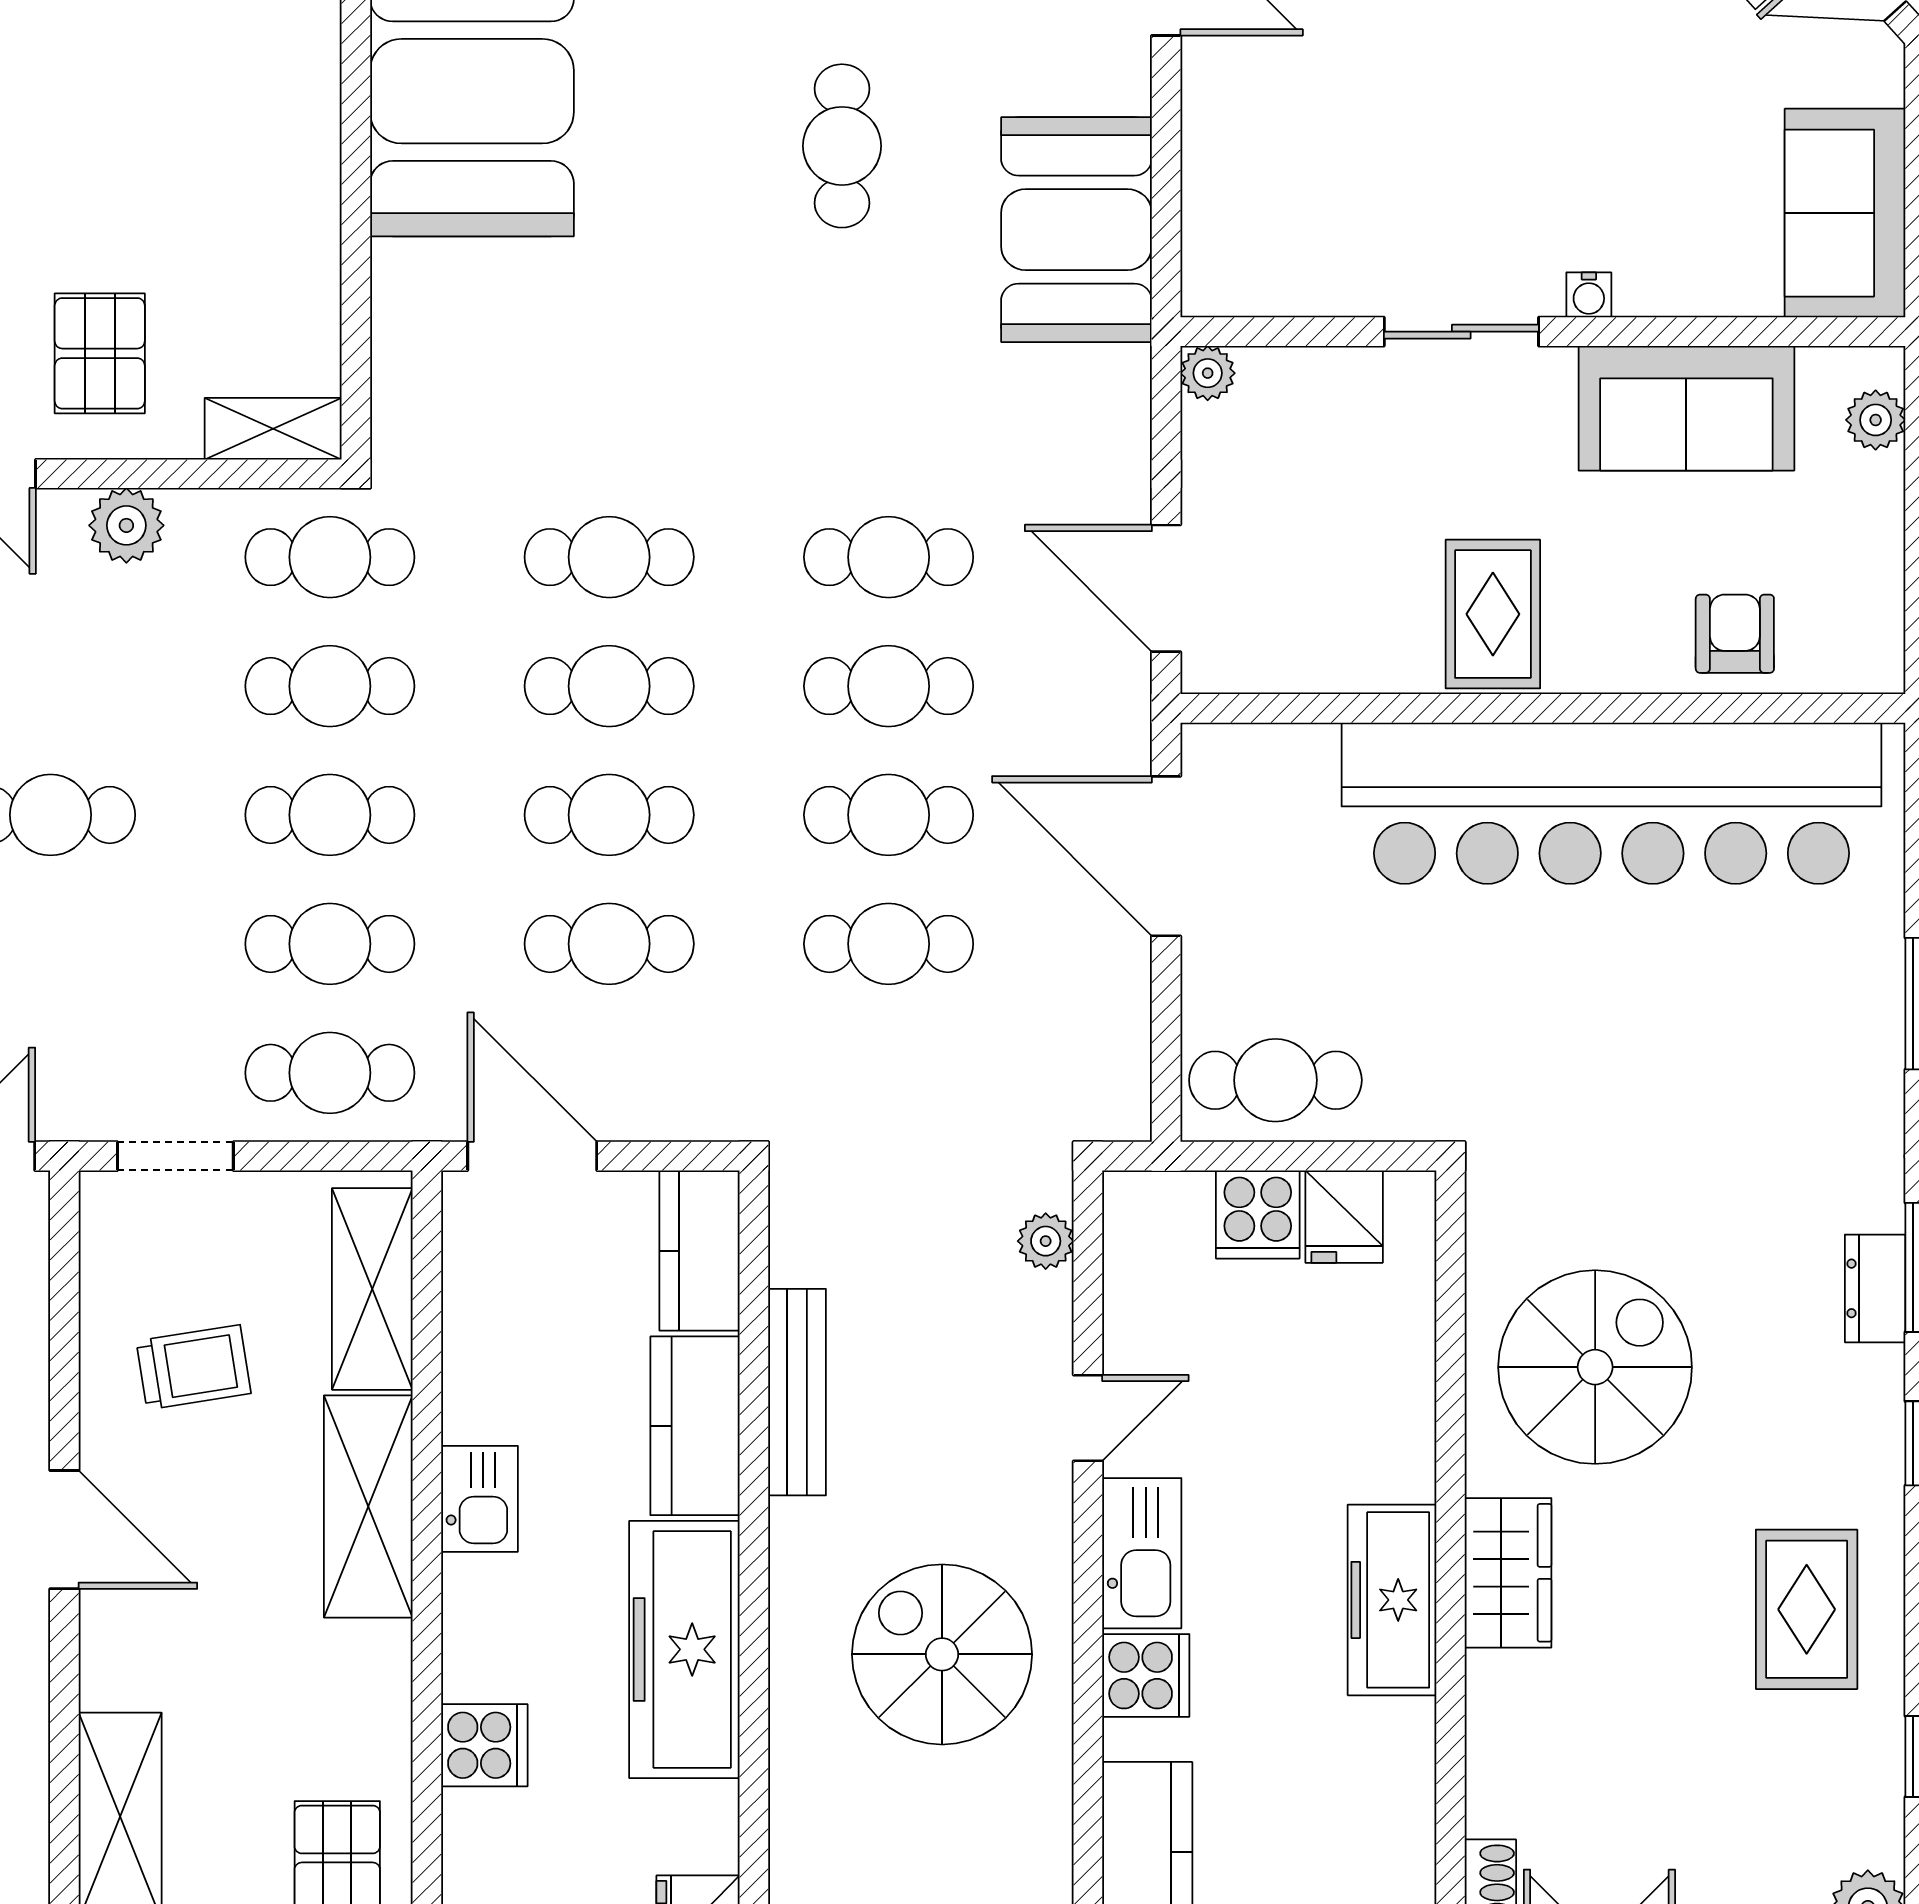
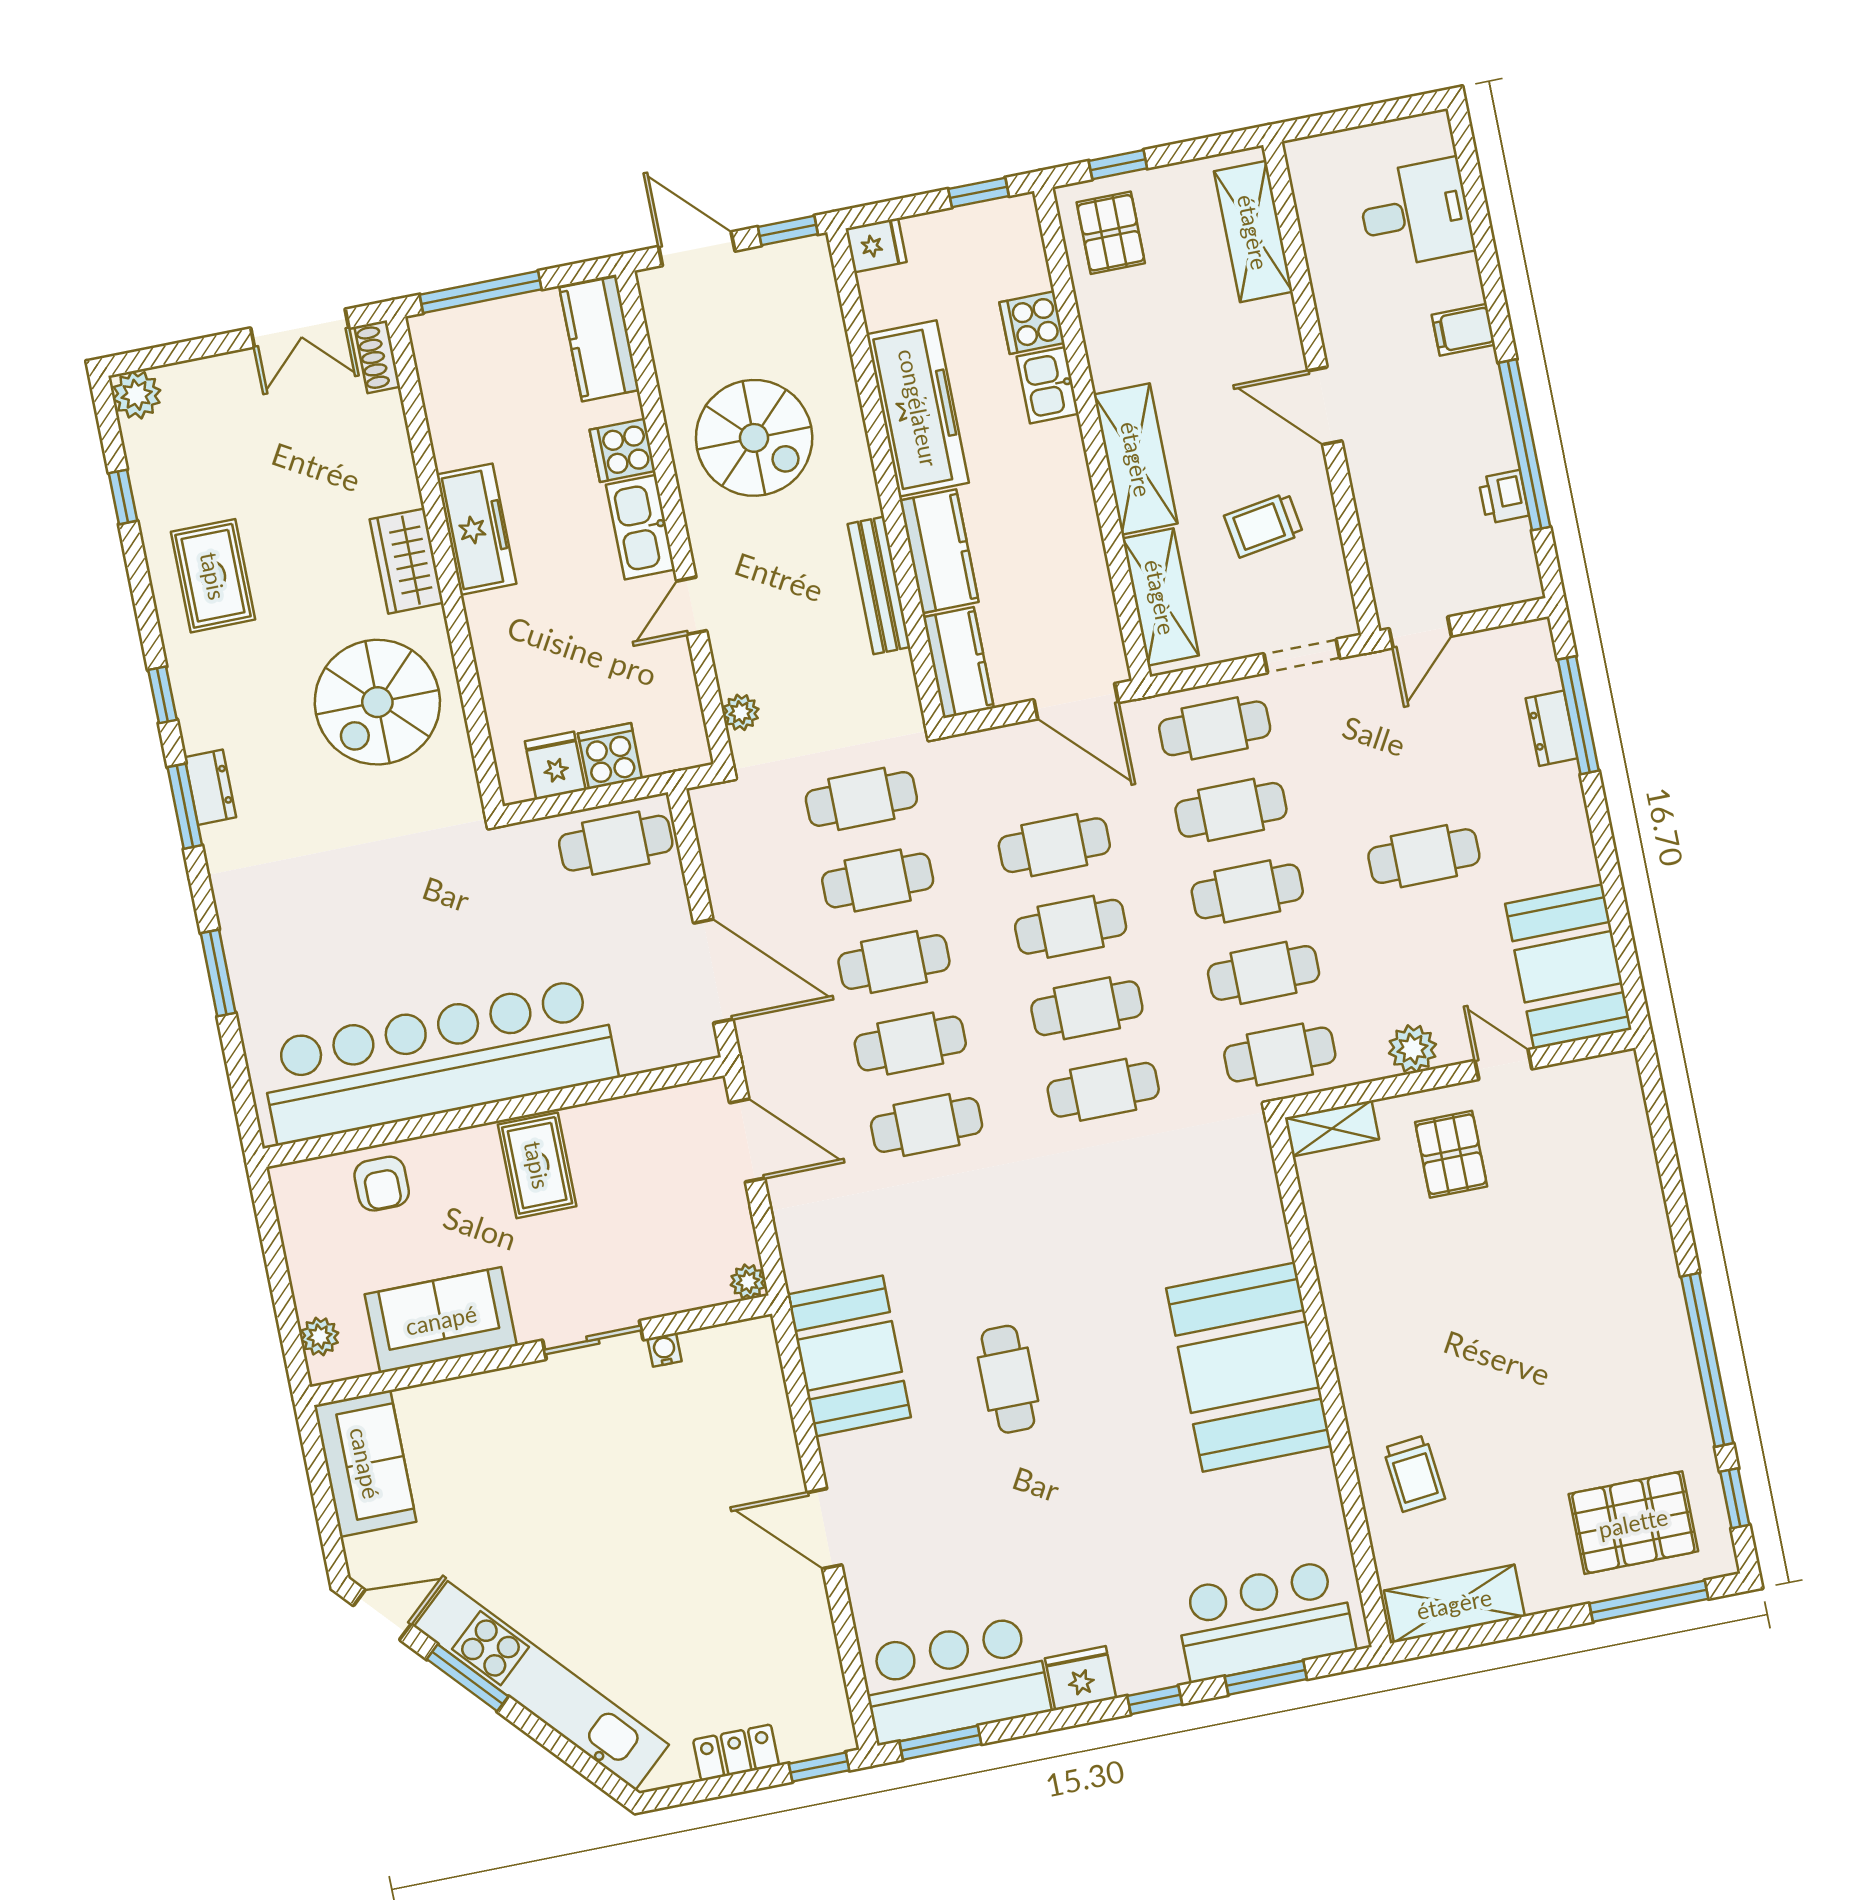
water cooler: (1589, 295) -> (664, 1350), moved
cafe table: (889, 1073) -> (861, 799), added
kitchen sink: (480, 1499) -> (1048, 385), moved

